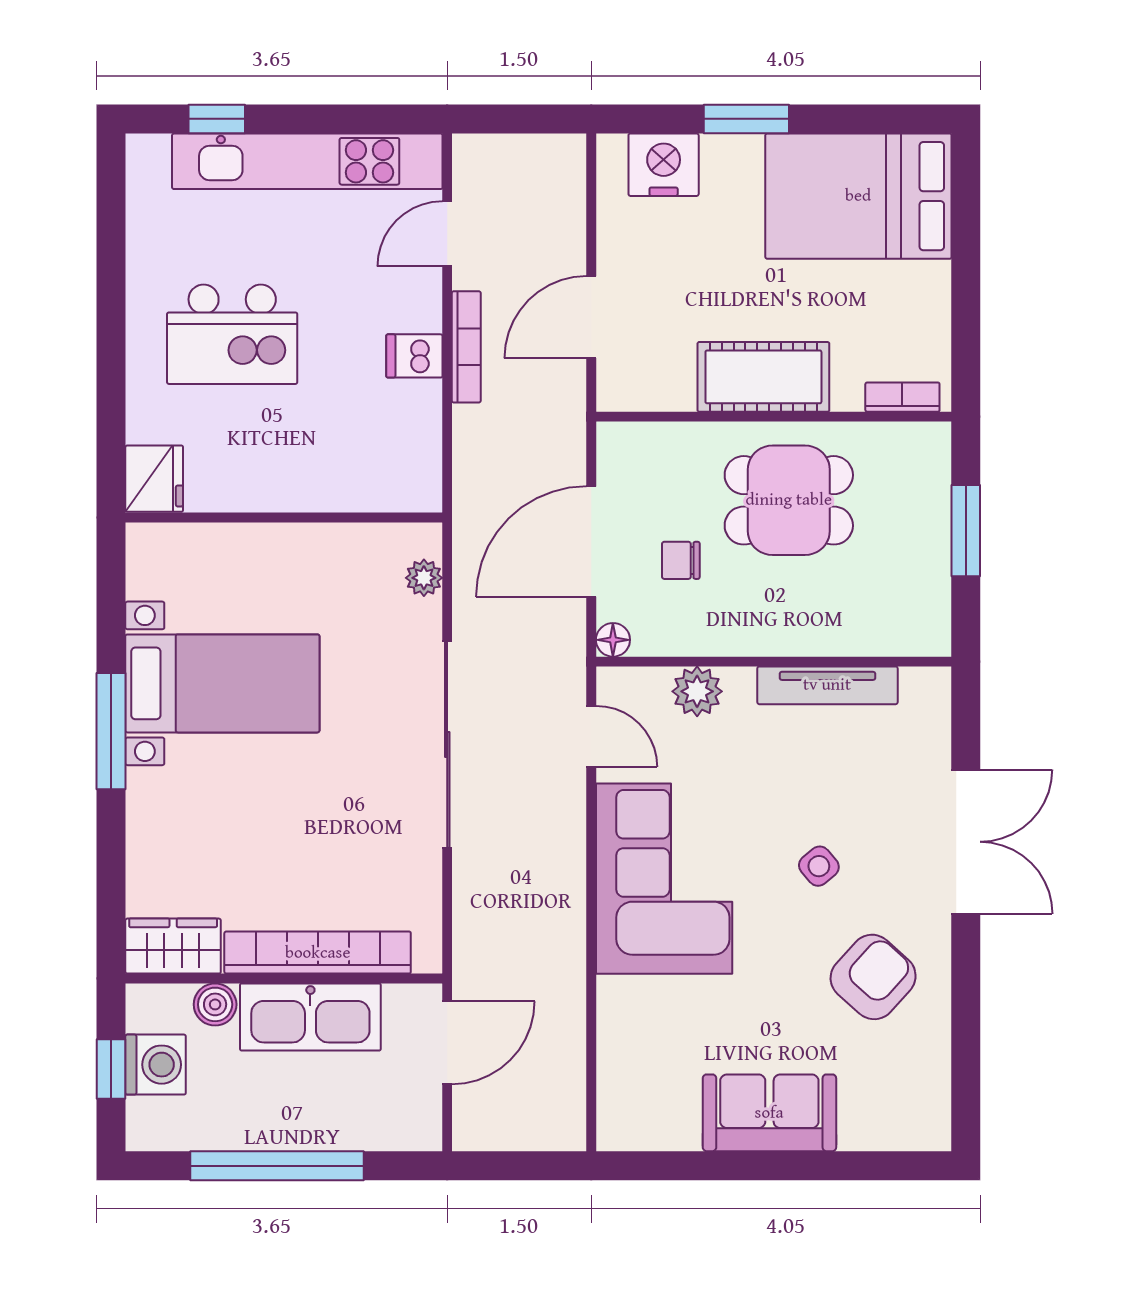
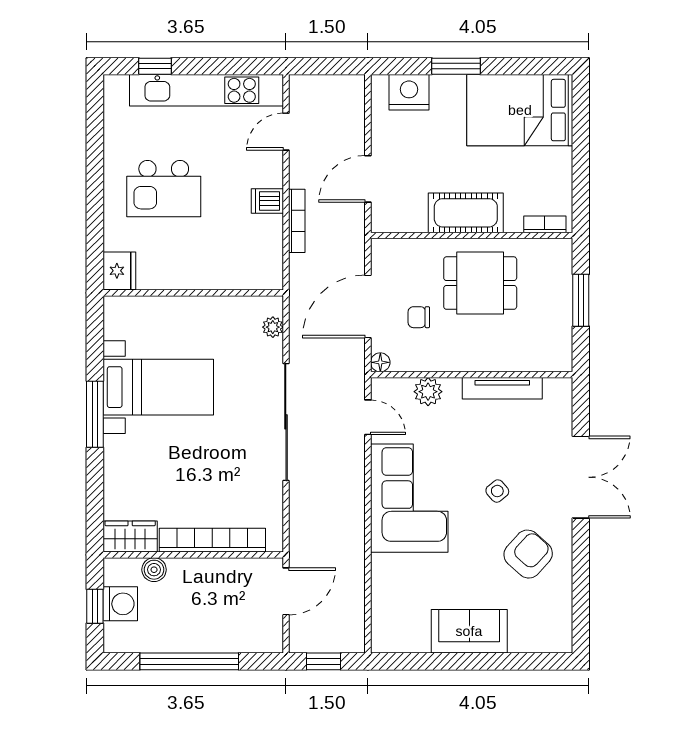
bookcase: (466, 347) -> (297, 221), moved
kitchen sink: (310, 1017) -> (208, 577), removed
window: (513, 1166) -> (324, 661), added

